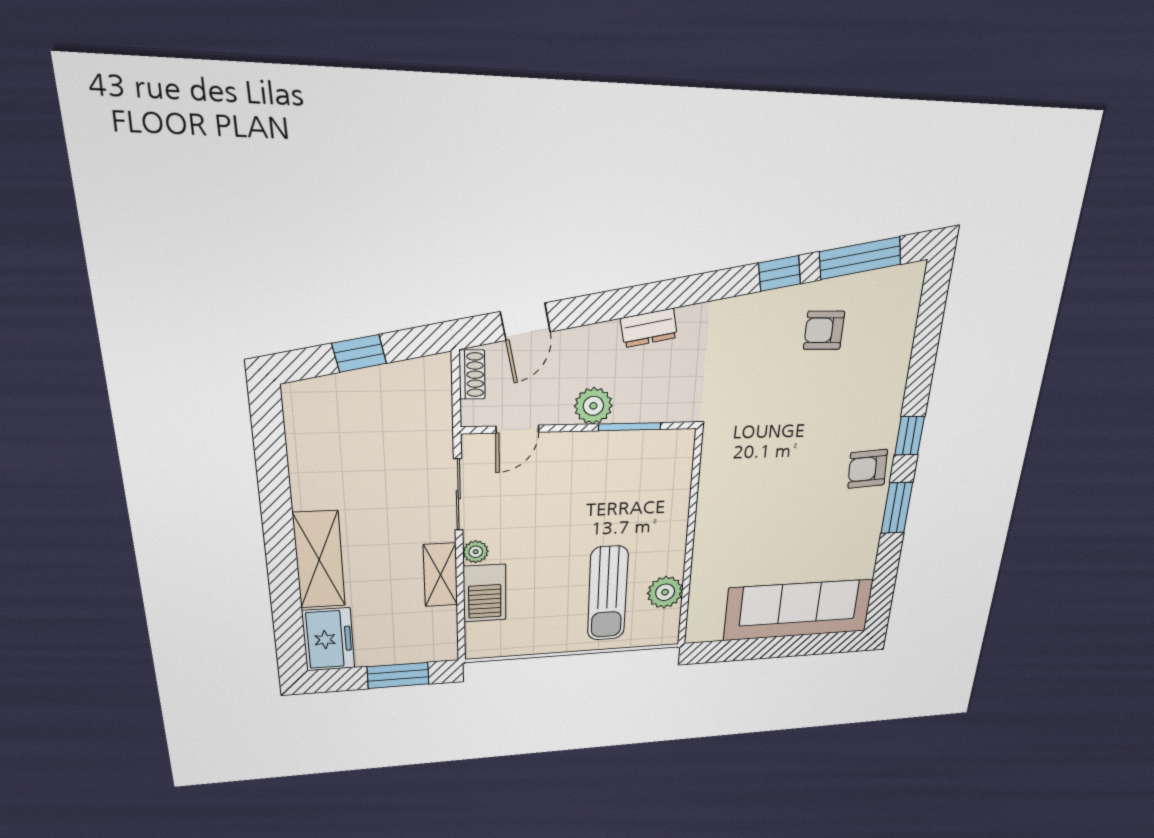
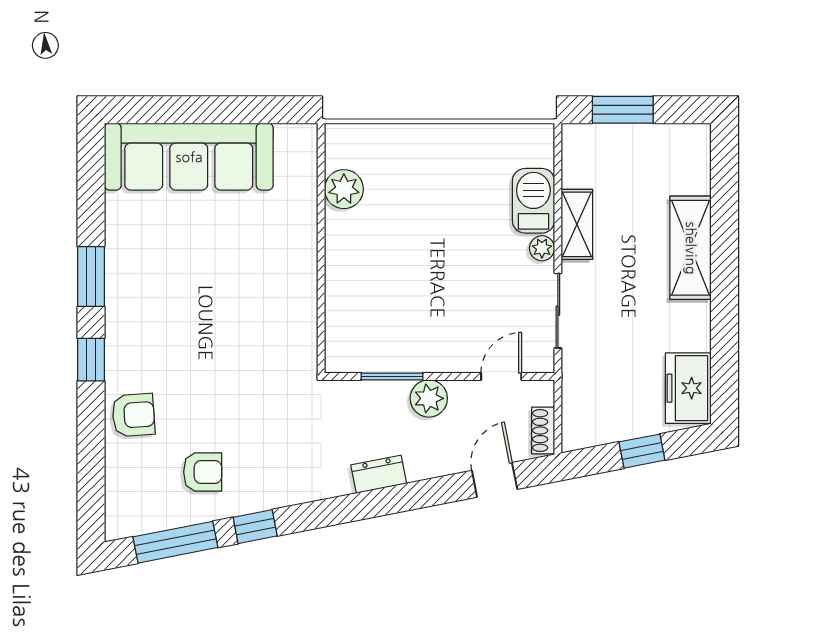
armchair: (868, 469) -> (133, 415), moved
sun lounger: (608, 594) -> (406, 192), removed
freezer: (328, 639) -> (688, 388), moved

